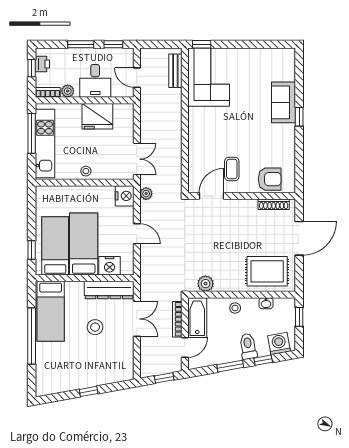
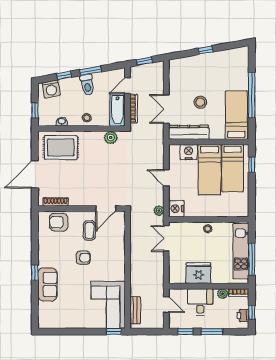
armchair: (239, 135) -> (83, 258), added
toilet: (248, 346) -> (87, 85), moved

